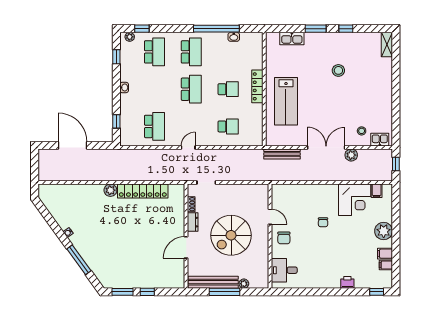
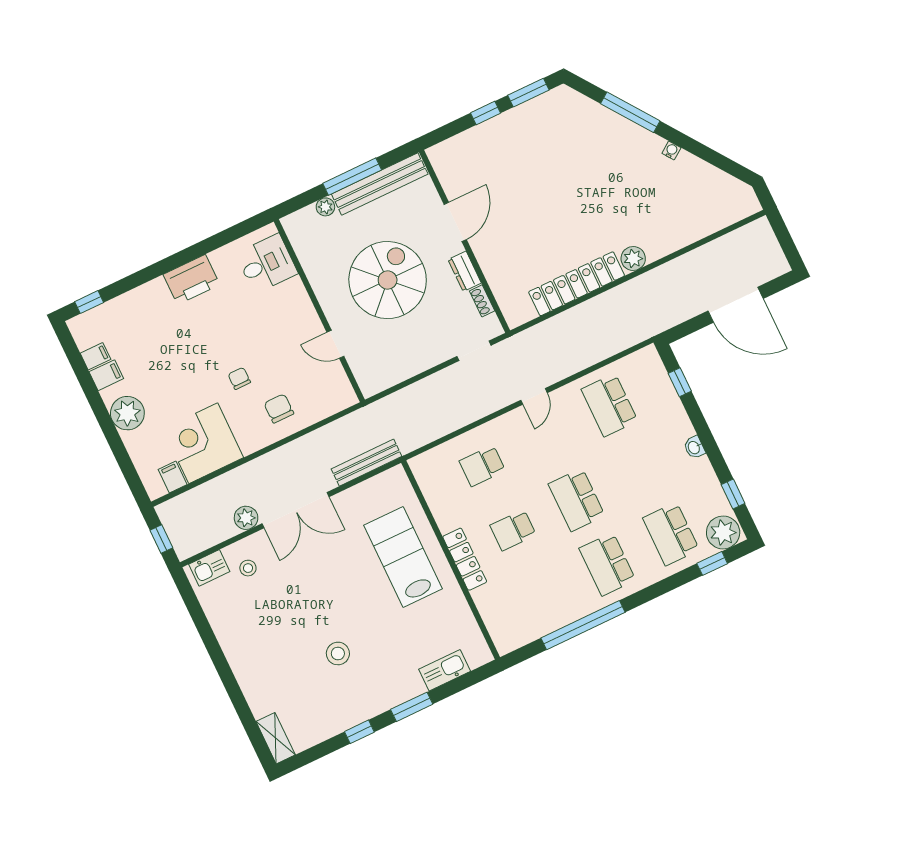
plant: (130, 37) -> (723, 532), width x1.88, depth x1.88
washbasin: (234, 37) -> (546, 625), removed
chair: (284, 238) -> (279, 408), moved
printer: (347, 282) -> (191, 280), moved, width x1.87, depth x1.48

